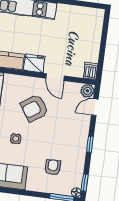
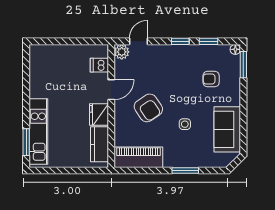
dishwasher: (91, 71) -> (99, 65), moved
door: (95, 107) -> (139, 41), swing flipped
window: (85, 183) -> (209, 41), moved

